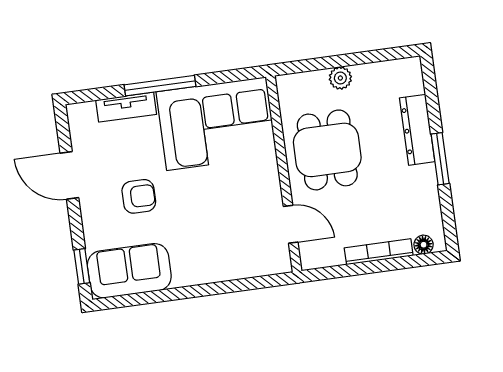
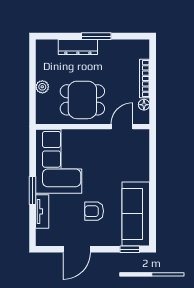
window: (160, 86) -> (33, 190), width x0.69
armchair: (139, 196) -> (94, 211), turned -90
floor lamp: (424, 245) -> (144, 105), moved
sofa: (129, 271) -> (136, 214), width x1.36

